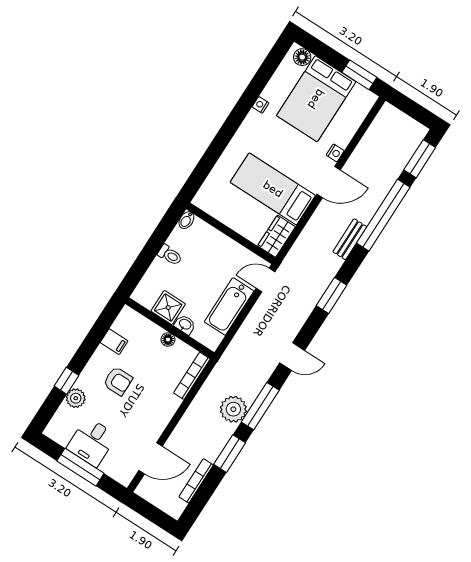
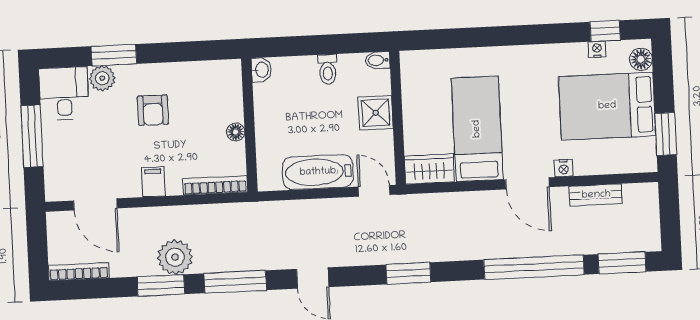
window: (269, 67) -> (605, 31), added
nightstand: (261, 105) -> (597, 49), moved
bench: (350, 239) -> (596, 195), moved
shower: (168, 308) -> (376, 113), moved
washbasin: (185, 325) -> (261, 70), moved
filing cabinet: (114, 342) -> (153, 182), moved, turned 180
window: (67, 381) -> (114, 55), width x1.50
plant: (233, 409) -> (175, 257), moved
desk: (92, 442) -> (64, 93), moved, turned 90
bookcase: (196, 481) -> (79, 272), moved

